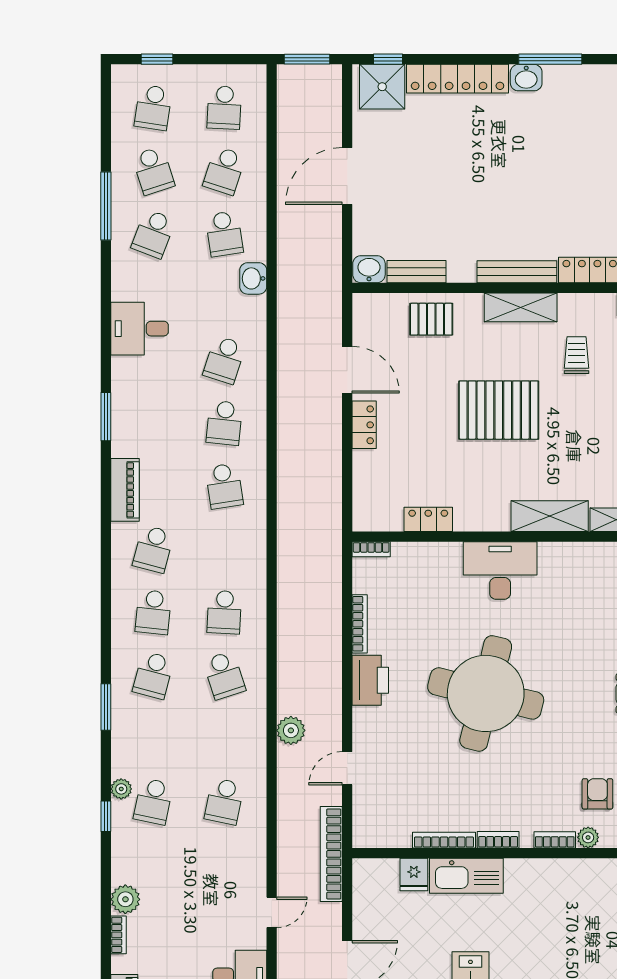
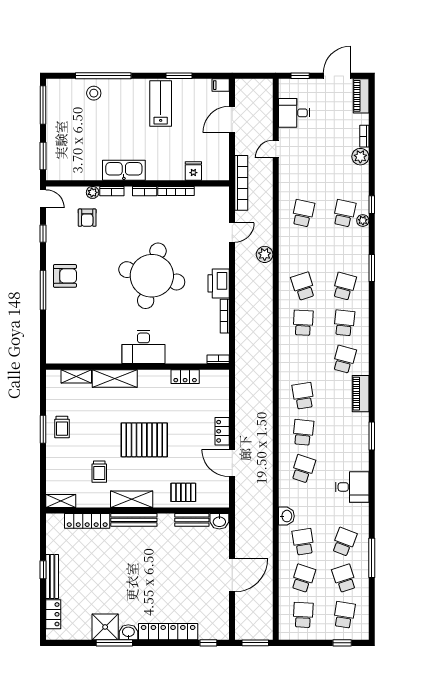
shower: (382, 87) -> (105, 627), moved
kitchen sink: (466, 876) -> (124, 170), moved

